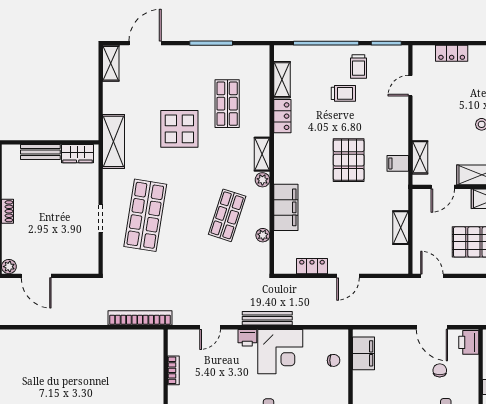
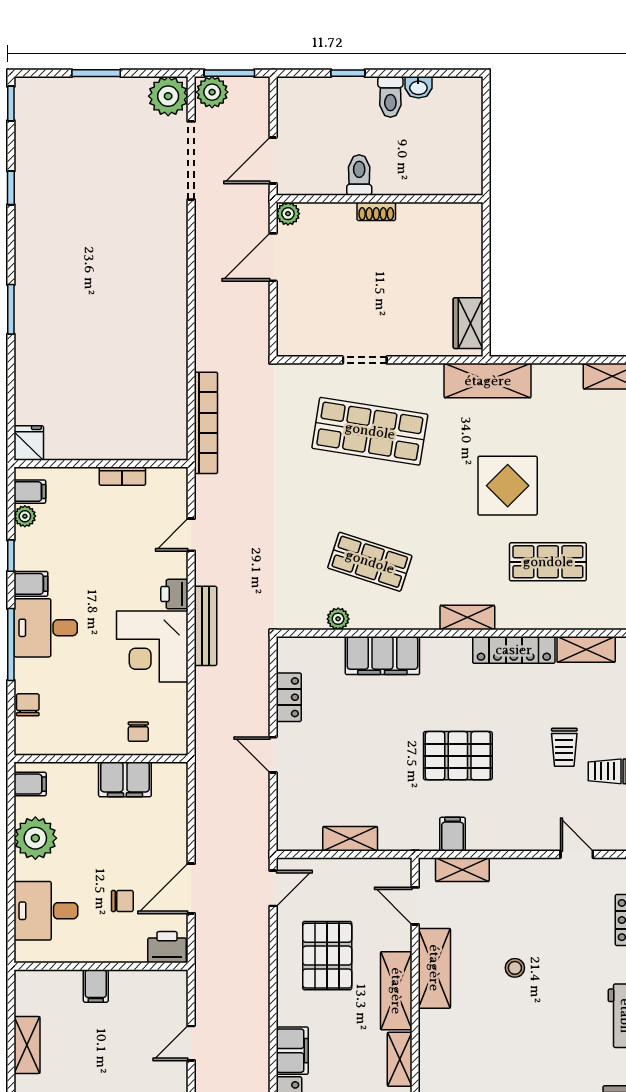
locker: (282, 116) -> (514, 650), width x1.53
bench: (40, 152) -> (471, 264), removed
plant: (262, 180) -> (426, 618), removed
door: (210, 327) -> (191, 535), hinge flipped
filing cabinet: (364, 353) -> (125, 779), moved

